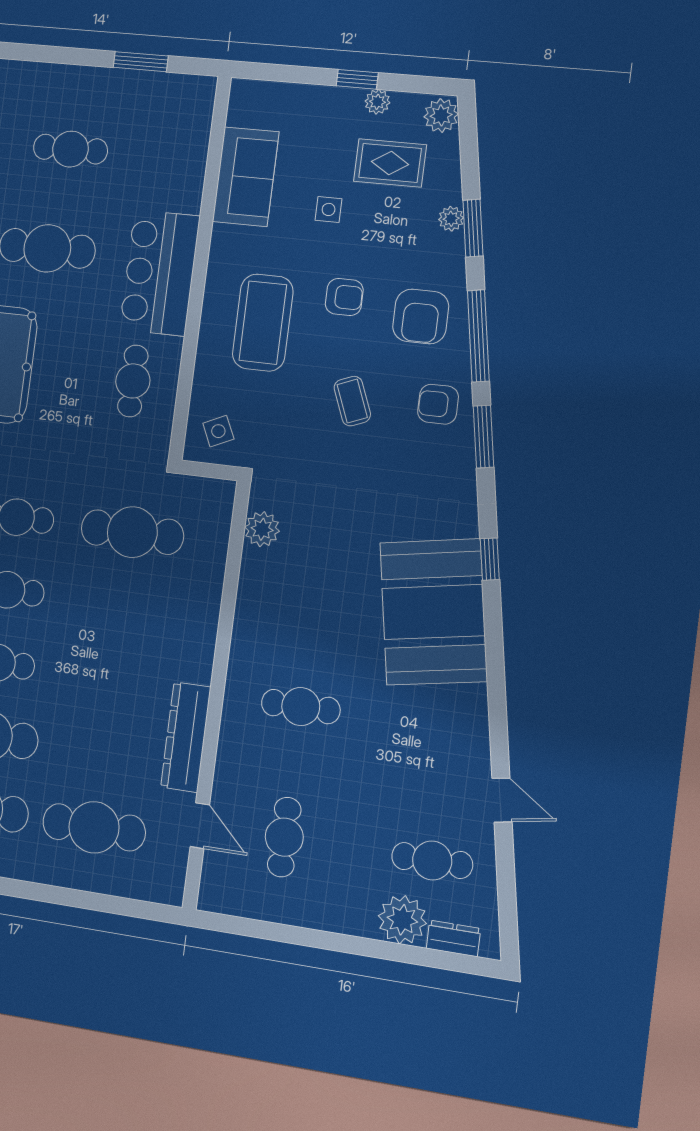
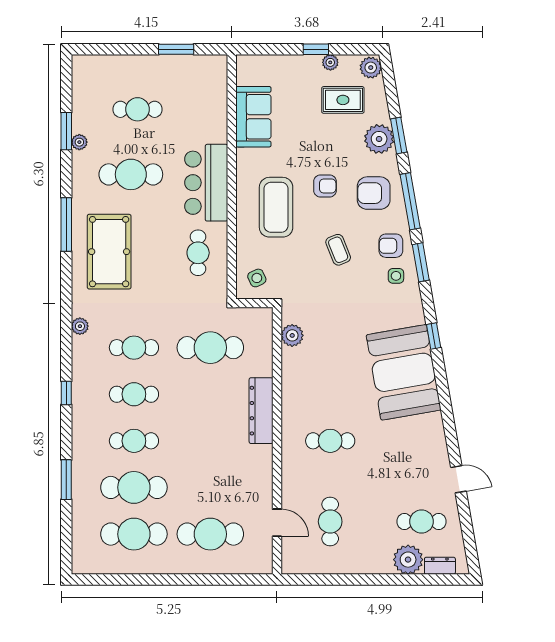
side table: (329, 209) -> (396, 276), moved
plant: (451, 219) -> (379, 139), width x1.88, depth x1.88
armchair: (421, 316) -> (374, 193), turned 90
dresser: (186, 737) -> (261, 411), moved

